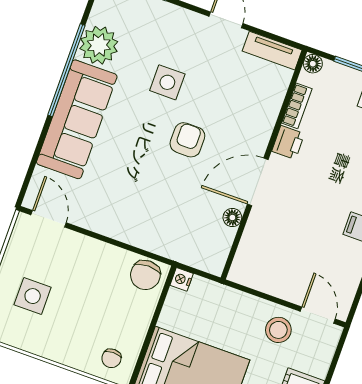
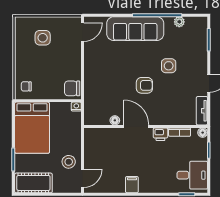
plant: (99, 45) -> (179, 22), width x0.53, depth x0.53

